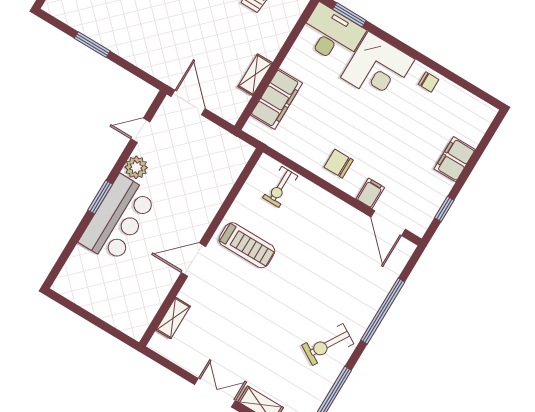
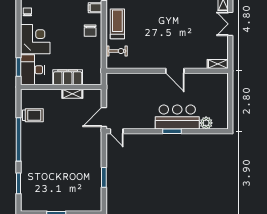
filing cabinet: (276, 99) -> (68, 77), moved
door: (140, 130) -> (117, 131), moved
plant: (136, 167) -> (206, 123), moved
treadmill: (247, 245) -> (117, 24), moved
shelving: (173, 318) -> (218, 64), moved

